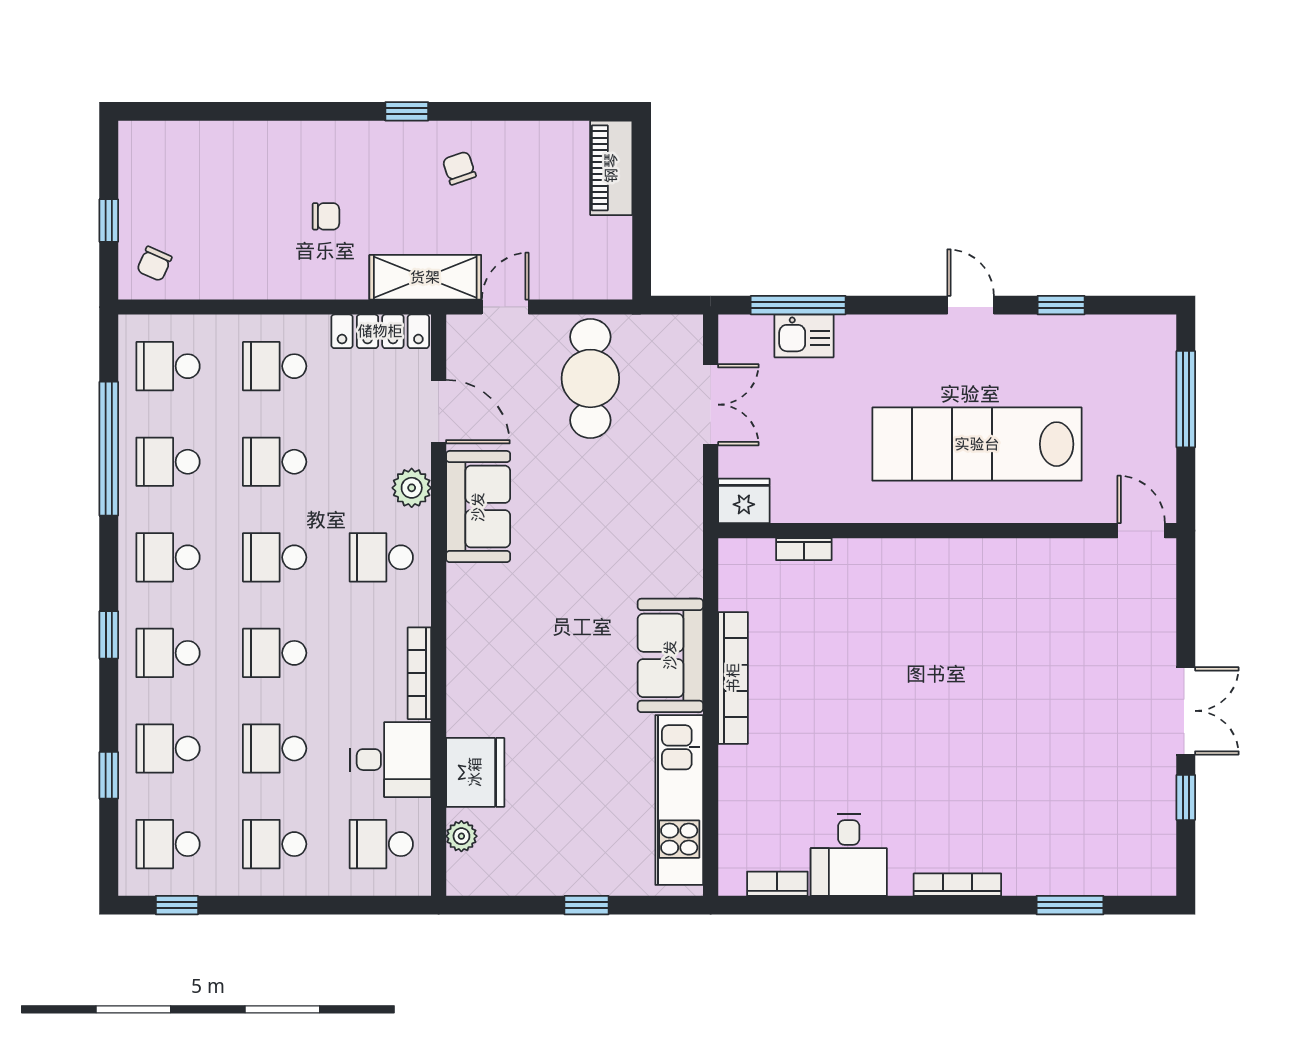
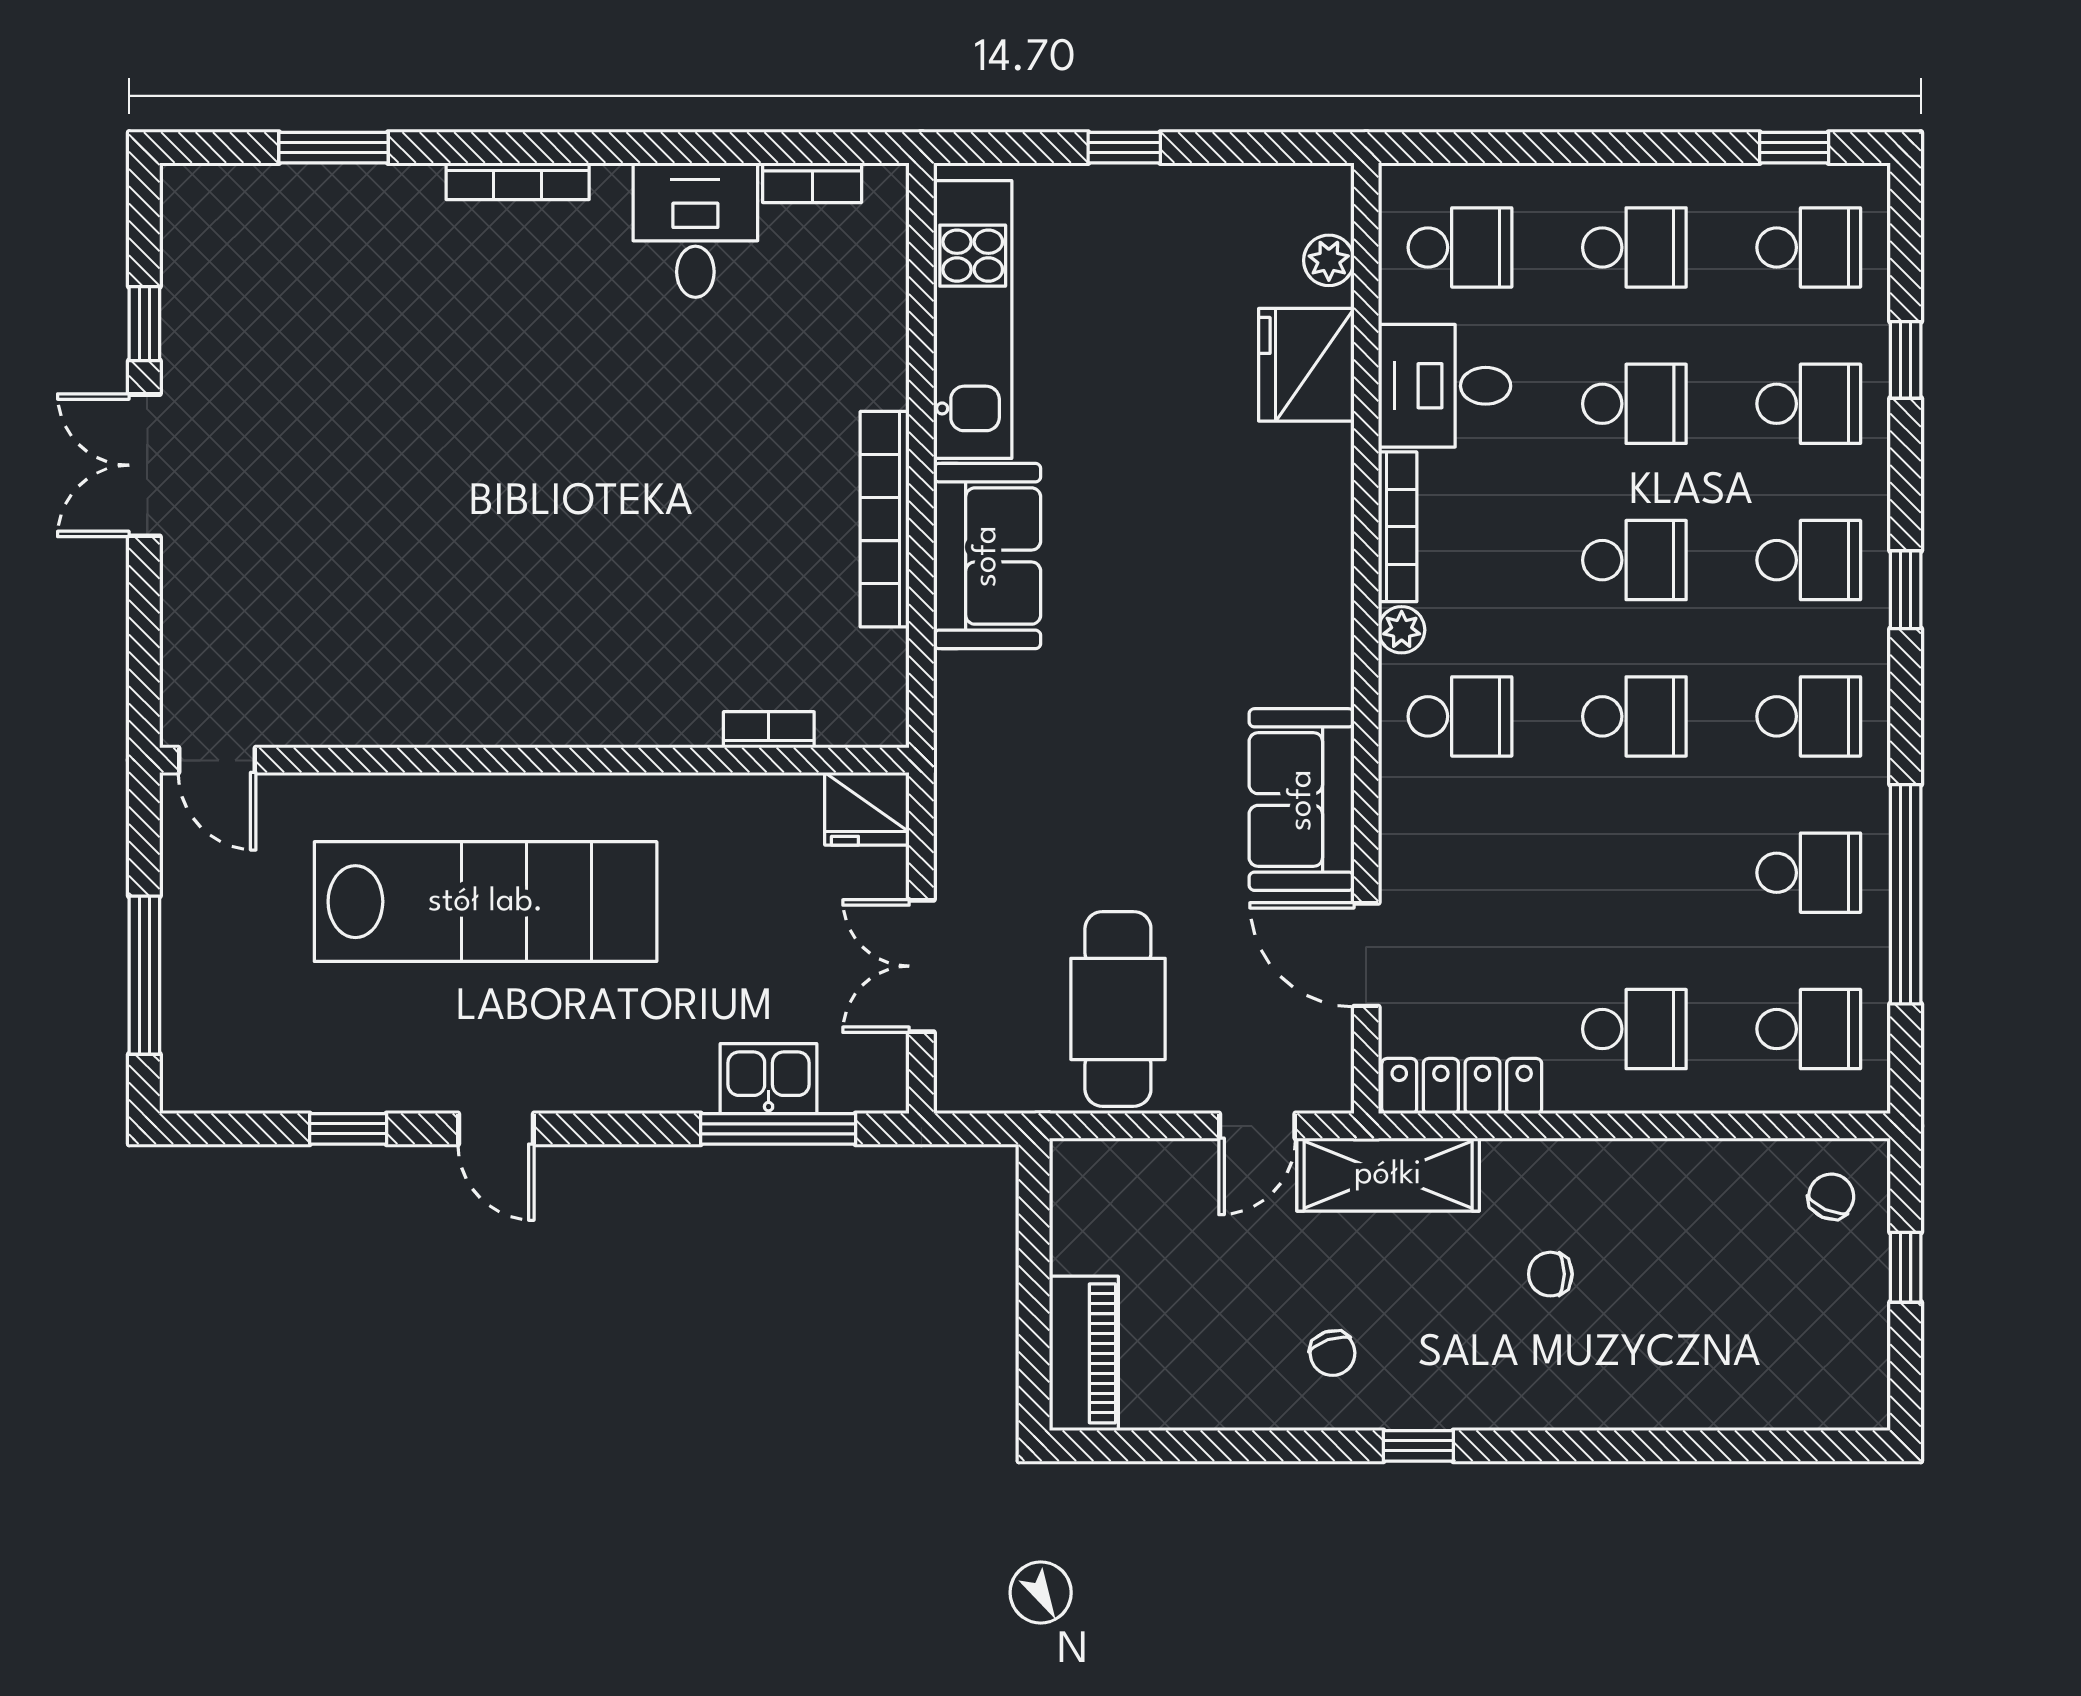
school desk: (275, 462) -> (1634, 873), removed
plant: (412, 488) -> (1402, 630), moved, width x0.73, depth x0.73

